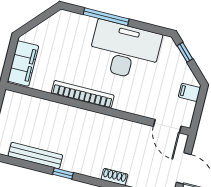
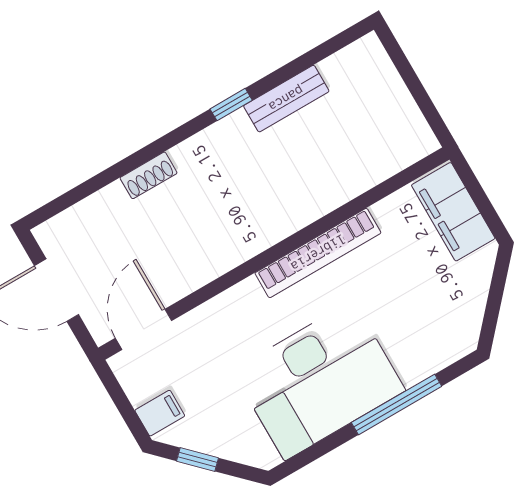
window: (185, 52) -> (197, 459), moved
door: (167, 126) -> (144, 329), hinge flipped
bench: (35, 156) -> (286, 99), width x0.73

